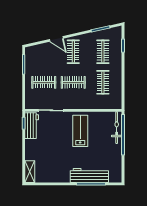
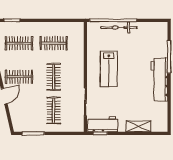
bicycle: (117, 128) -> (119, 28), moved
lab bench: (80, 131) -> (109, 69), turned -90
shelving: (30, 172) -> (138, 126), moved
workbench: (89, 175) -> (159, 80), moved

